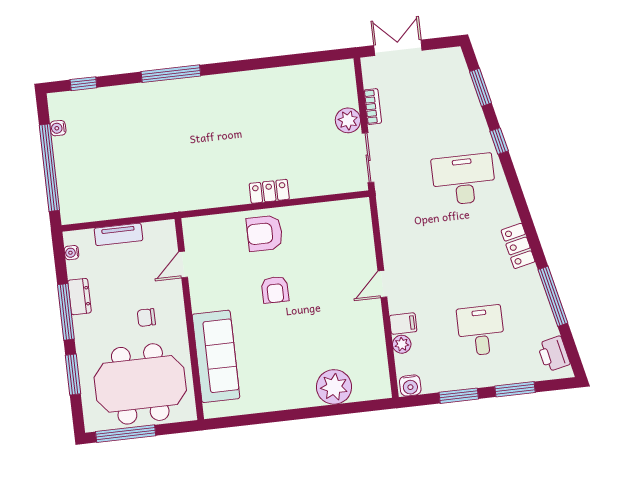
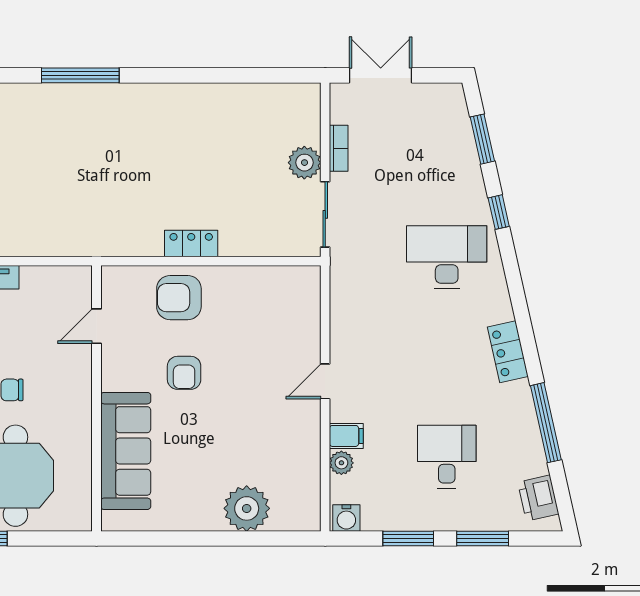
door: (183, 264) -> (97, 326), moved
wall: (189, 319) -> (97, 398), moved
sofa: (216, 356) -> (126, 451), moved

